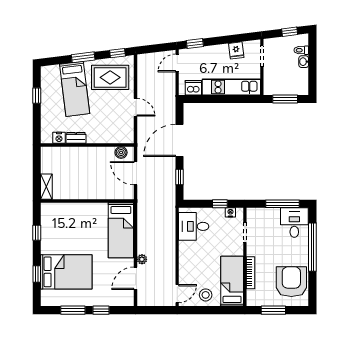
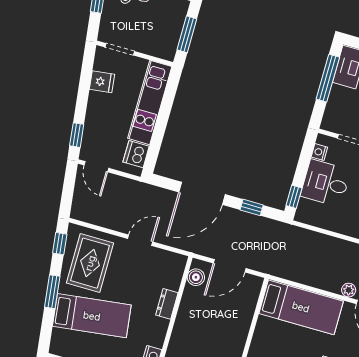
dresser: (76, 138) -> (167, 304), moved
door: (179, 140) -> (202, 193), hinge flipped
window: (220, 204) -> (294, 197), moved
desk: (194, 226) -> (326, 183), moved, turned 90

